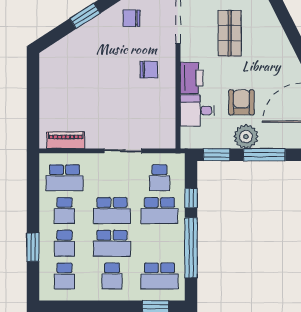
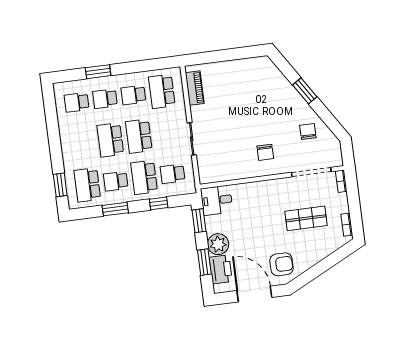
printer: (192, 78) -> (221, 269), moved, turned -90
armchair: (241, 102) -> (281, 264), moved
desk: (197, 111) -> (217, 200), moved, turned -90
window: (264, 155) -> (204, 262), width x0.69
window: (191, 248) -> (115, 209), width x0.47
school desk: (112, 276) -> (116, 181), moved

